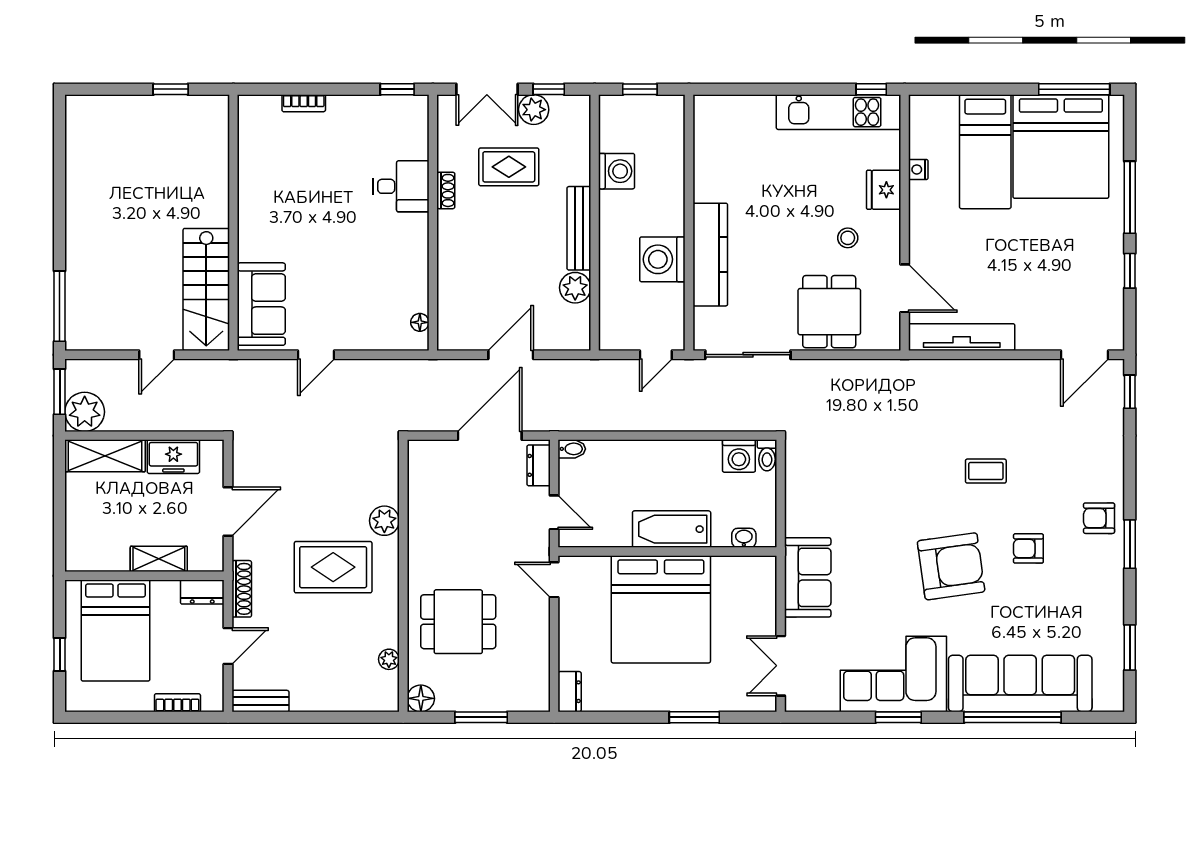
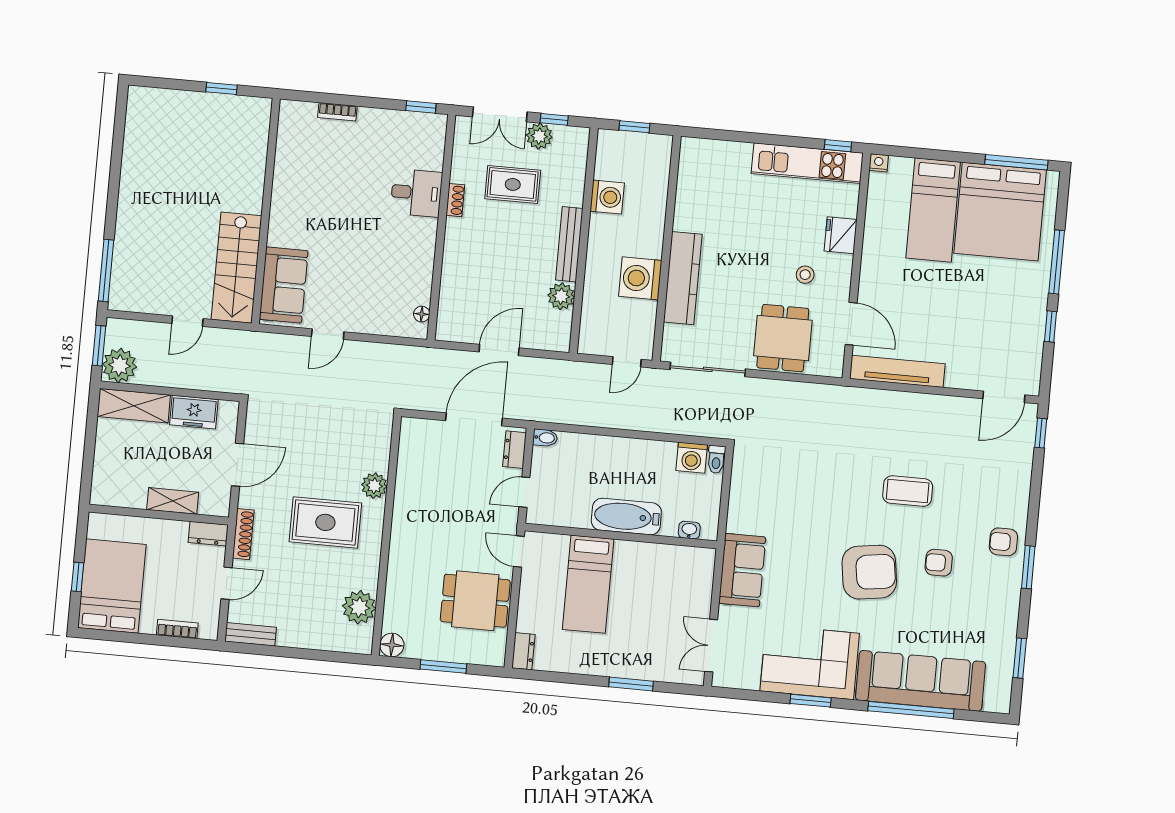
nightstand: (918, 169) -> (879, 163), moved, turned 90
coffee table: (986, 471) -> (908, 491), width x1.36, depth x1.30
door: (554, 512) -> (524, 492), swing flipped
bed: (661, 609) -> (588, 584), width x0.49
dining table: (458, 622) -> (475, 601), moved
bed: (116, 631) -> (112, 586), moved, turned 180
plant: (389, 659) -> (359, 607), width x1.87, depth x1.87

